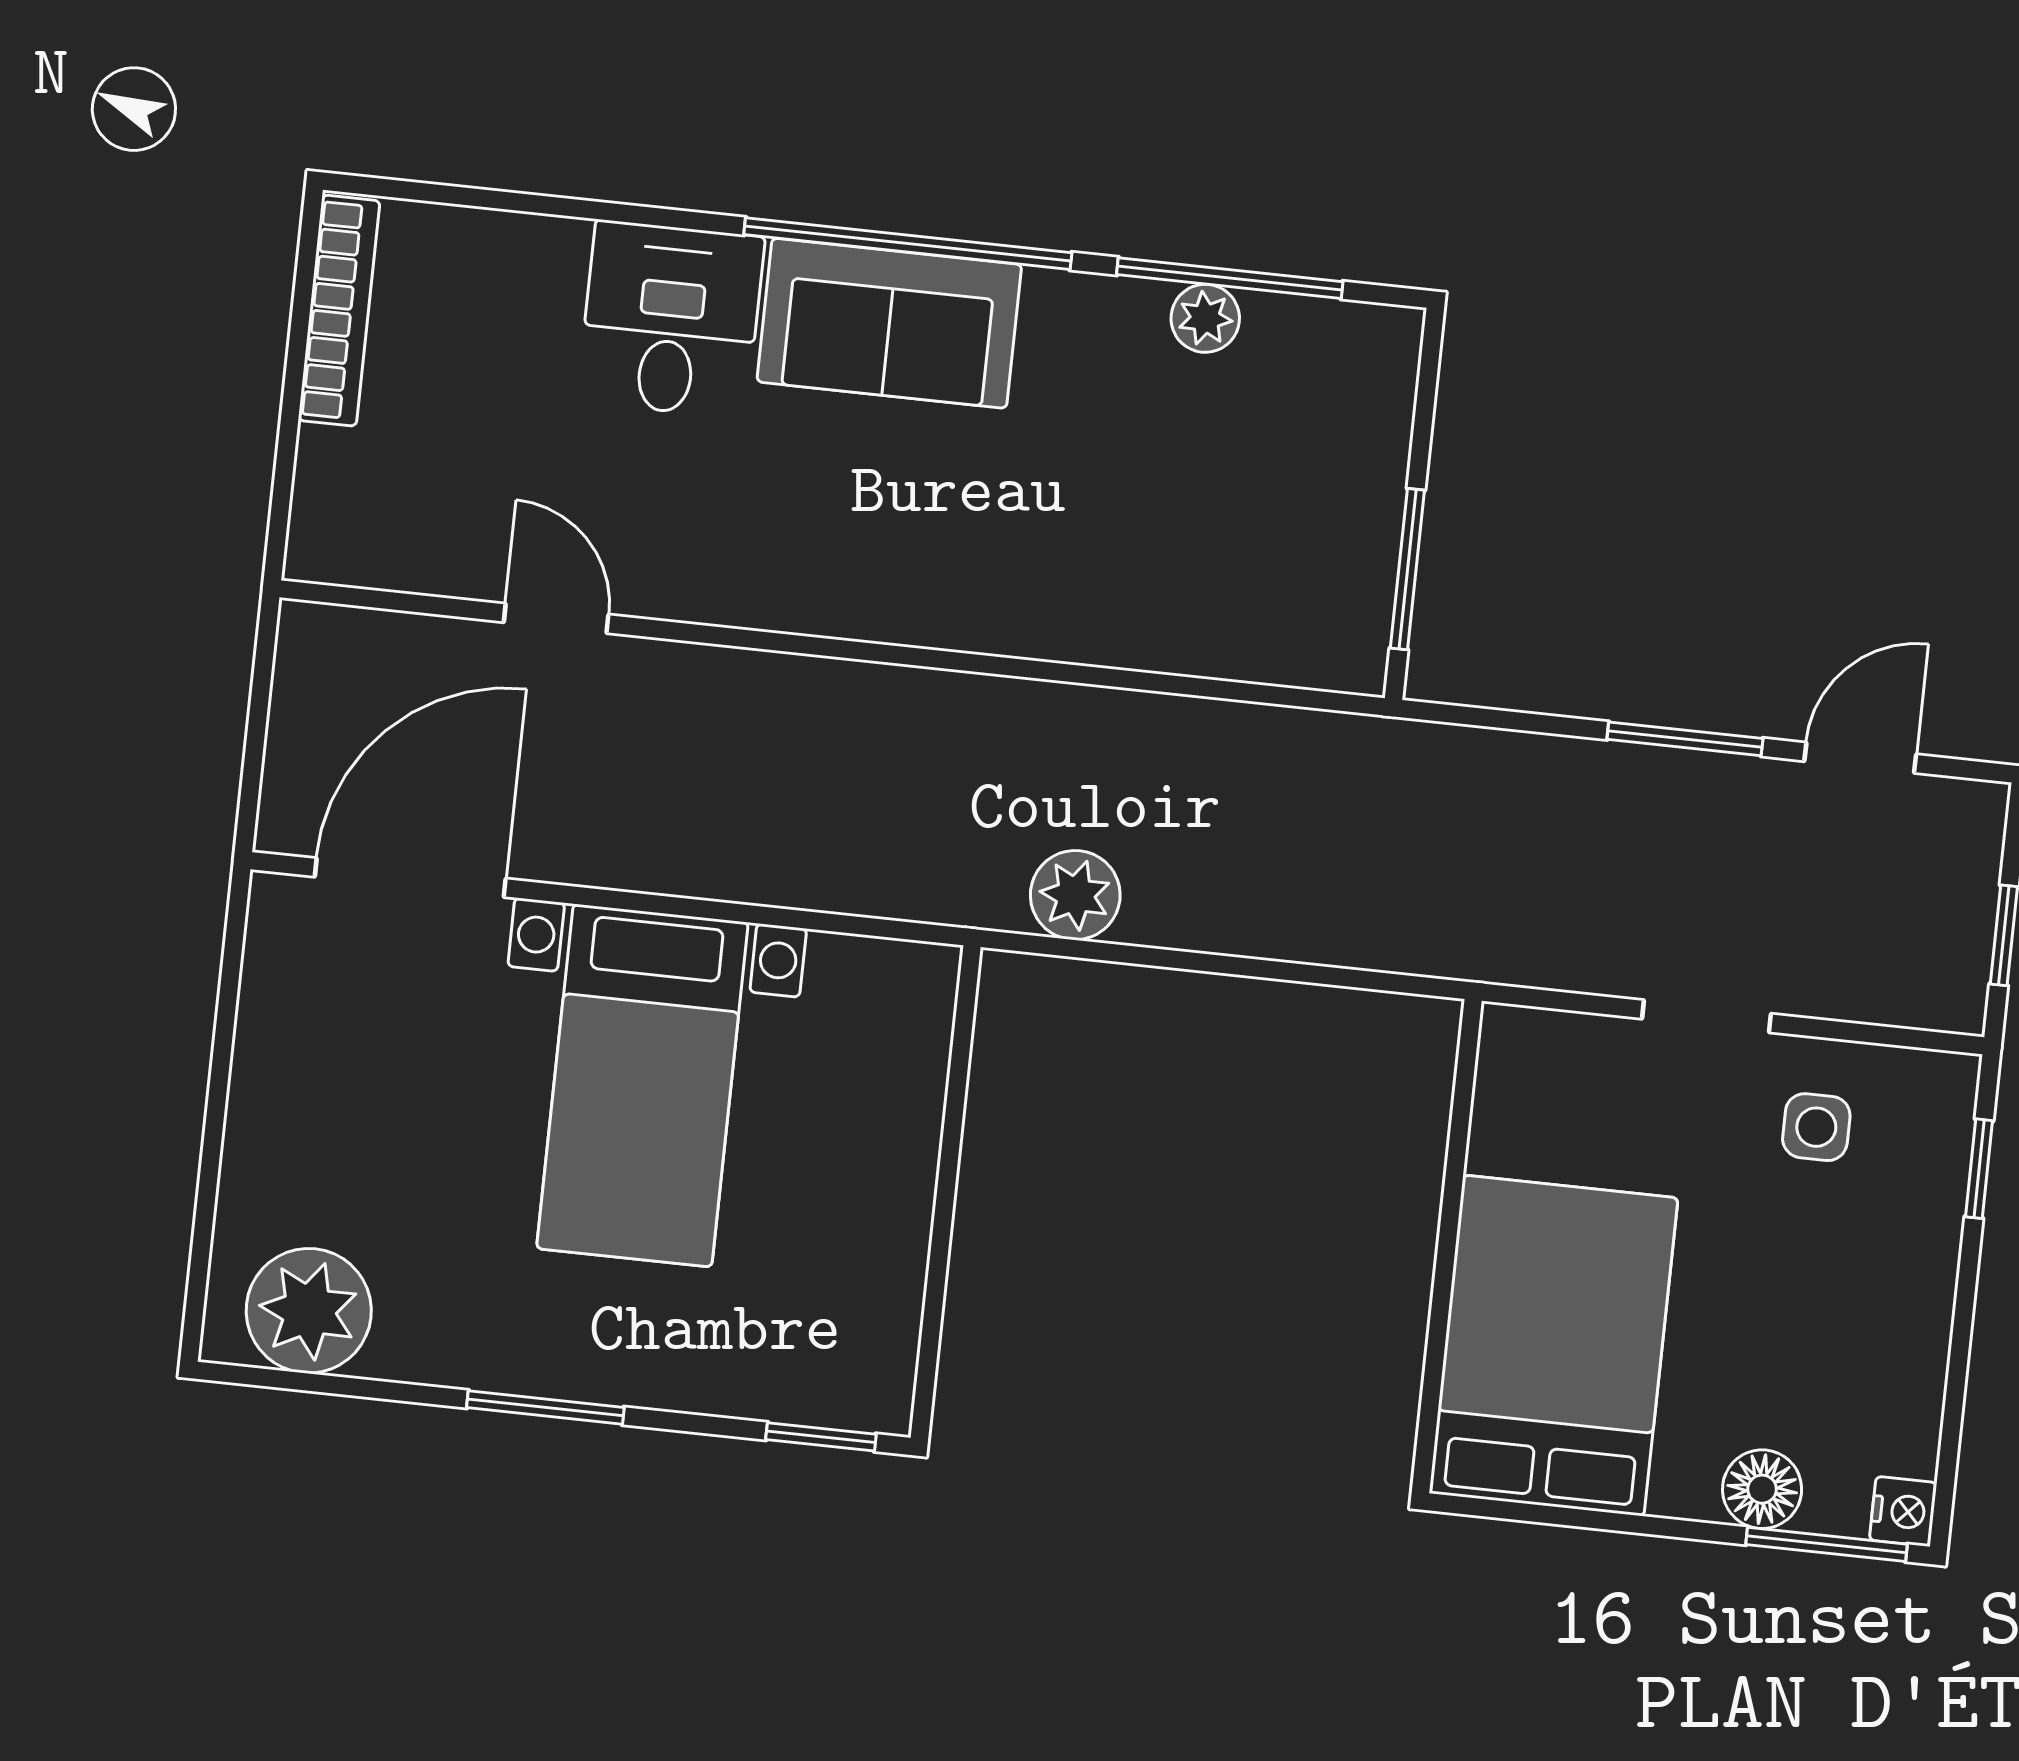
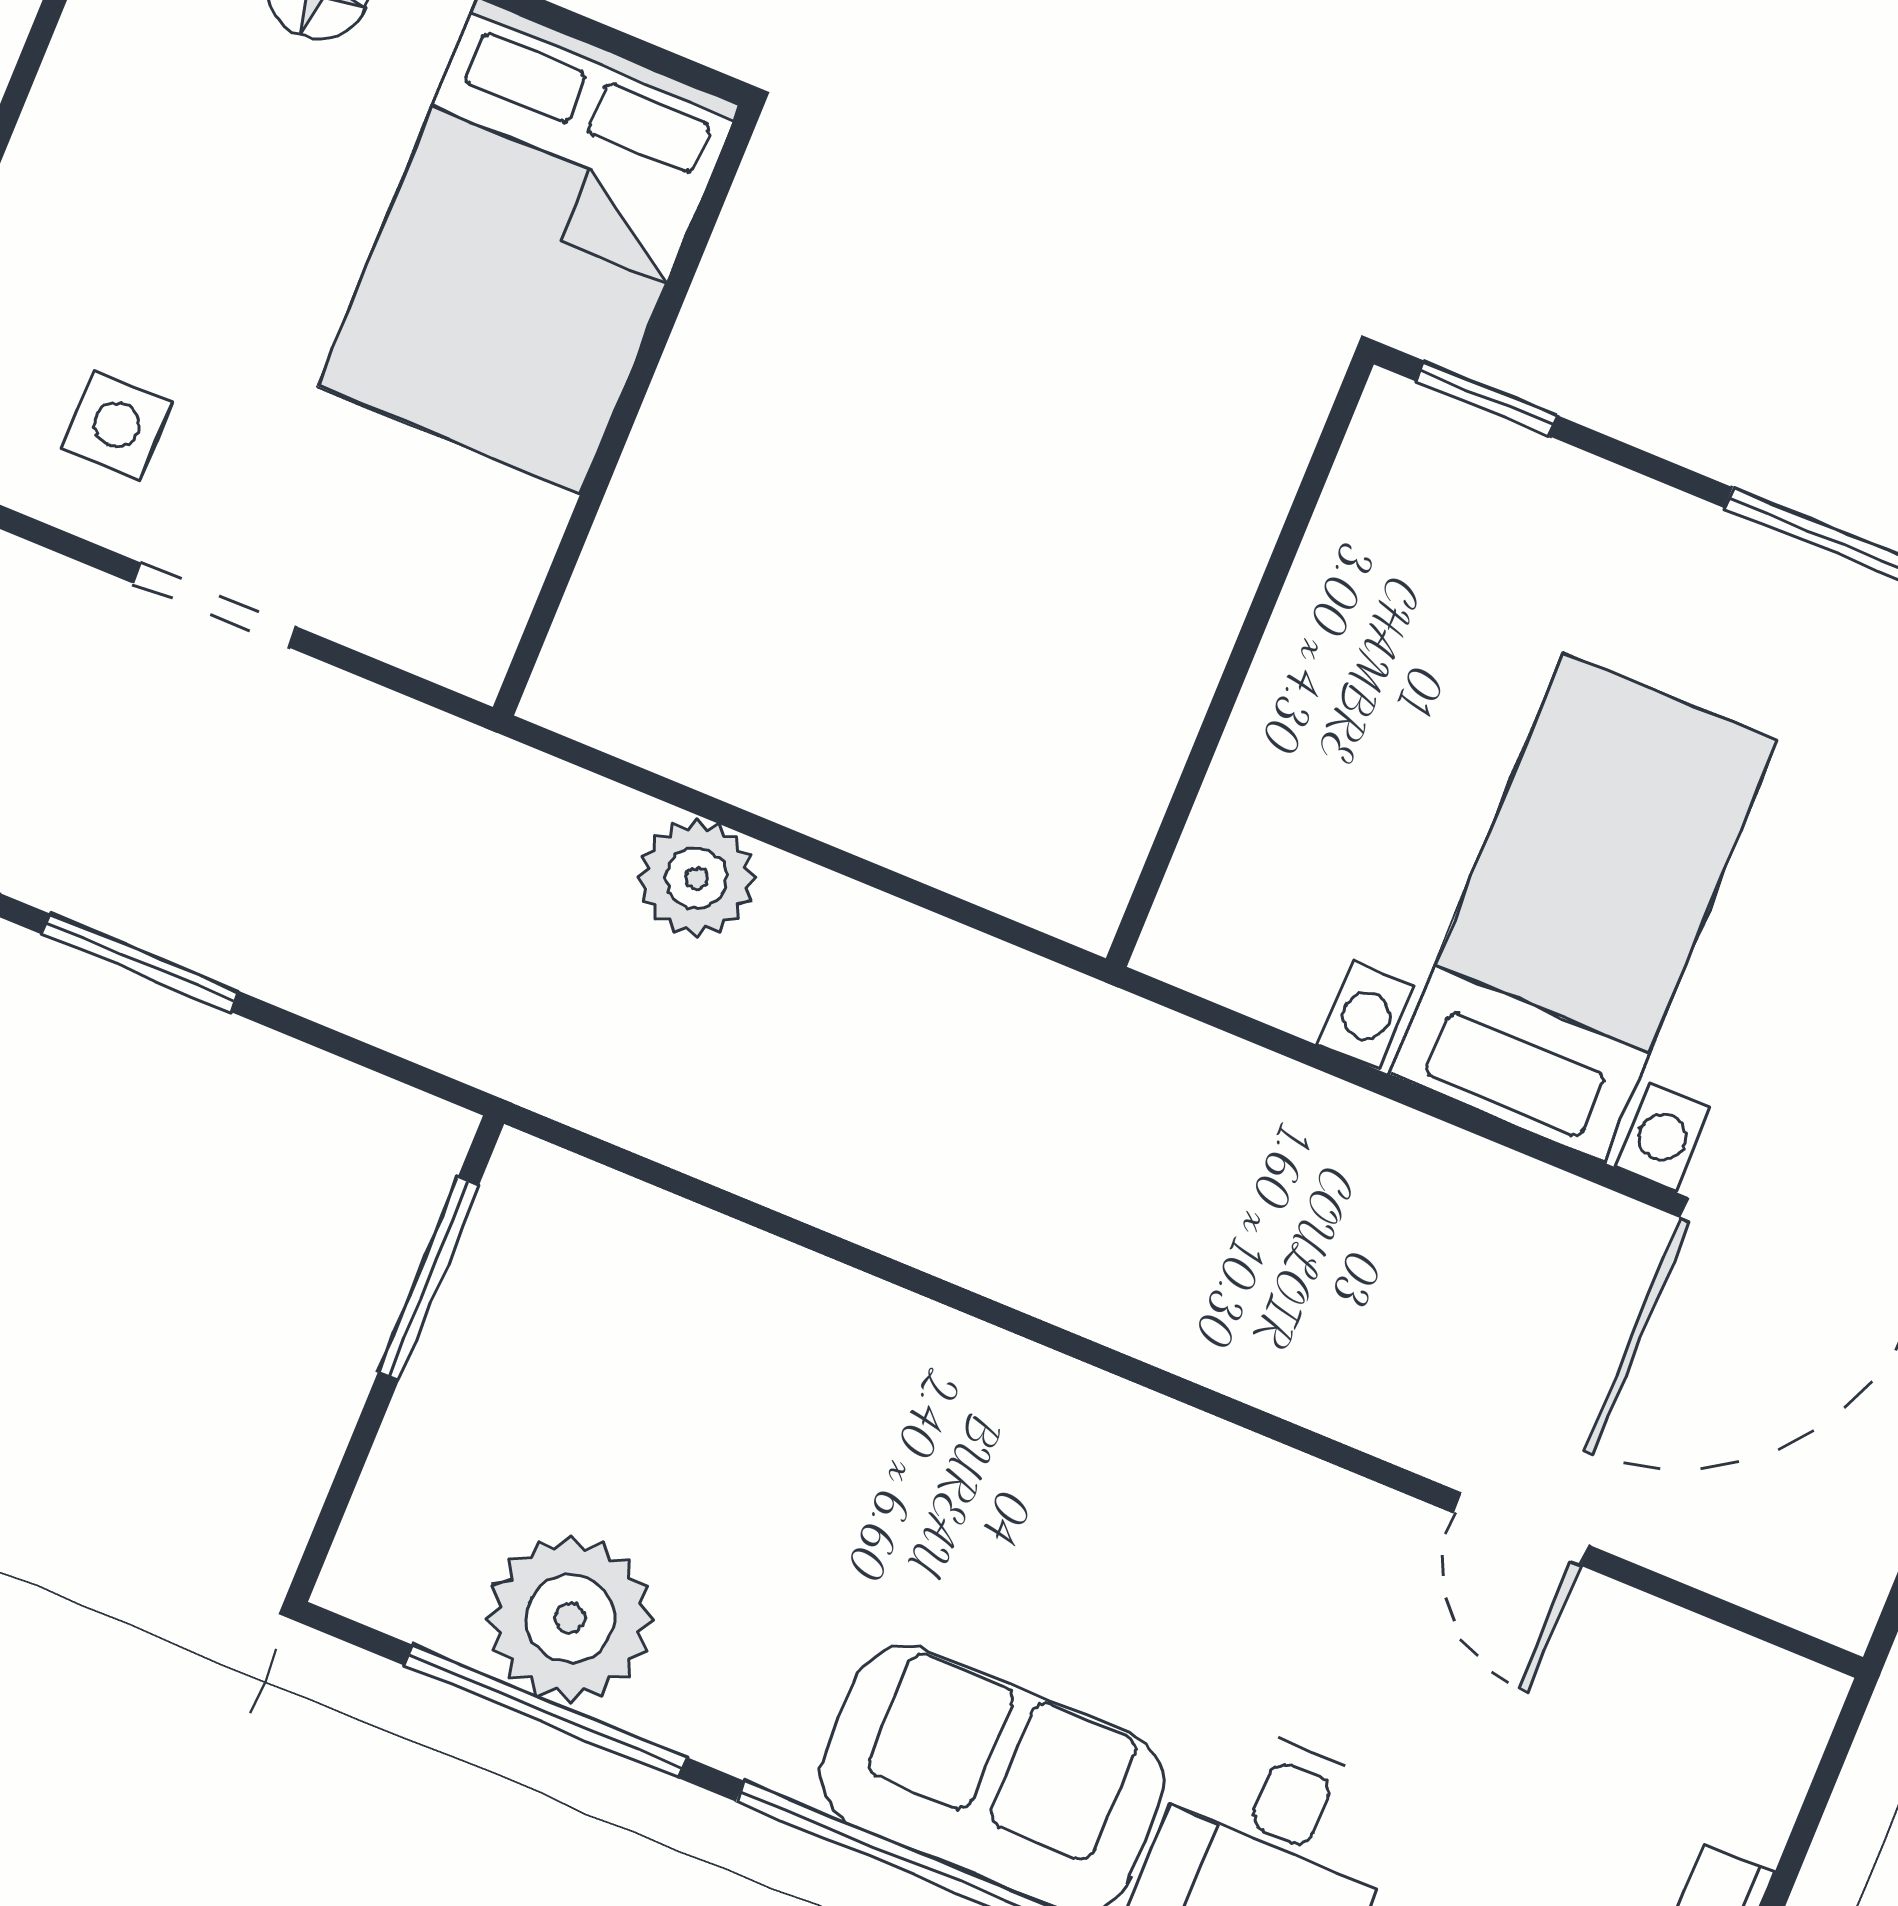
plant: (1205, 318) -> (570, 1618), width x1.88, depth x1.88
plant: (1075, 895) -> (696, 878), moved

